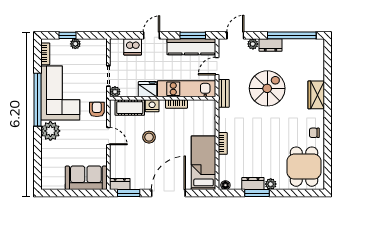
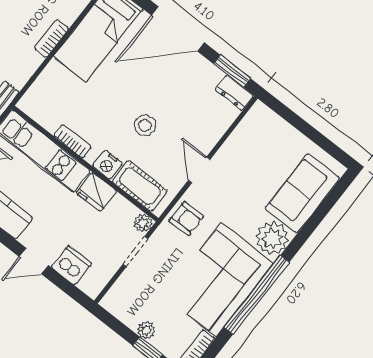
armchair: (97, 109) -> (186, 218), turned -90
sofa: (86, 178) -> (303, 193), moved, turned 90

